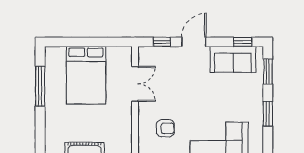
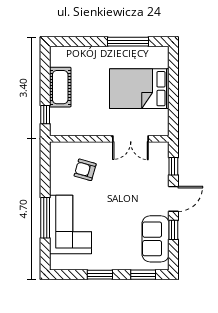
door: (194, 42) -> (173, 199), hinge flipped
window: (243, 42) -> (173, 230), moved
armchair: (165, 128) -> (85, 170), turned 106

